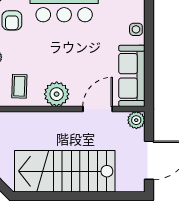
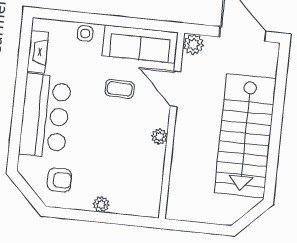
coffee table: (19, 86) -> (120, 89), moved
plant: (57, 94) -> (160, 137), width x0.53, depth x0.53

